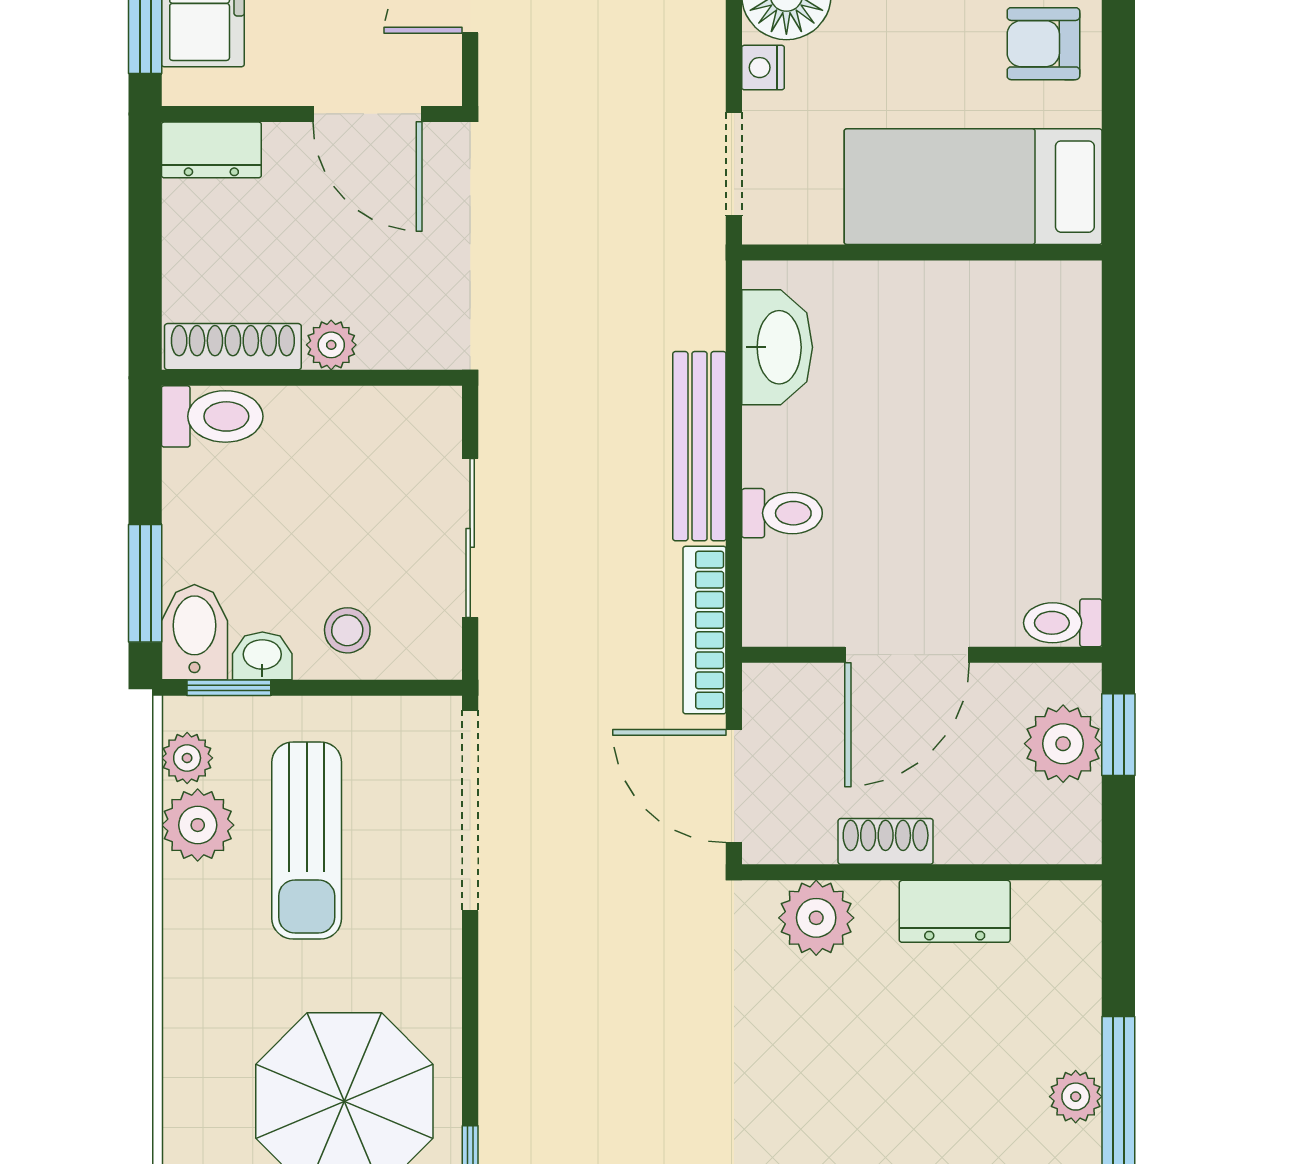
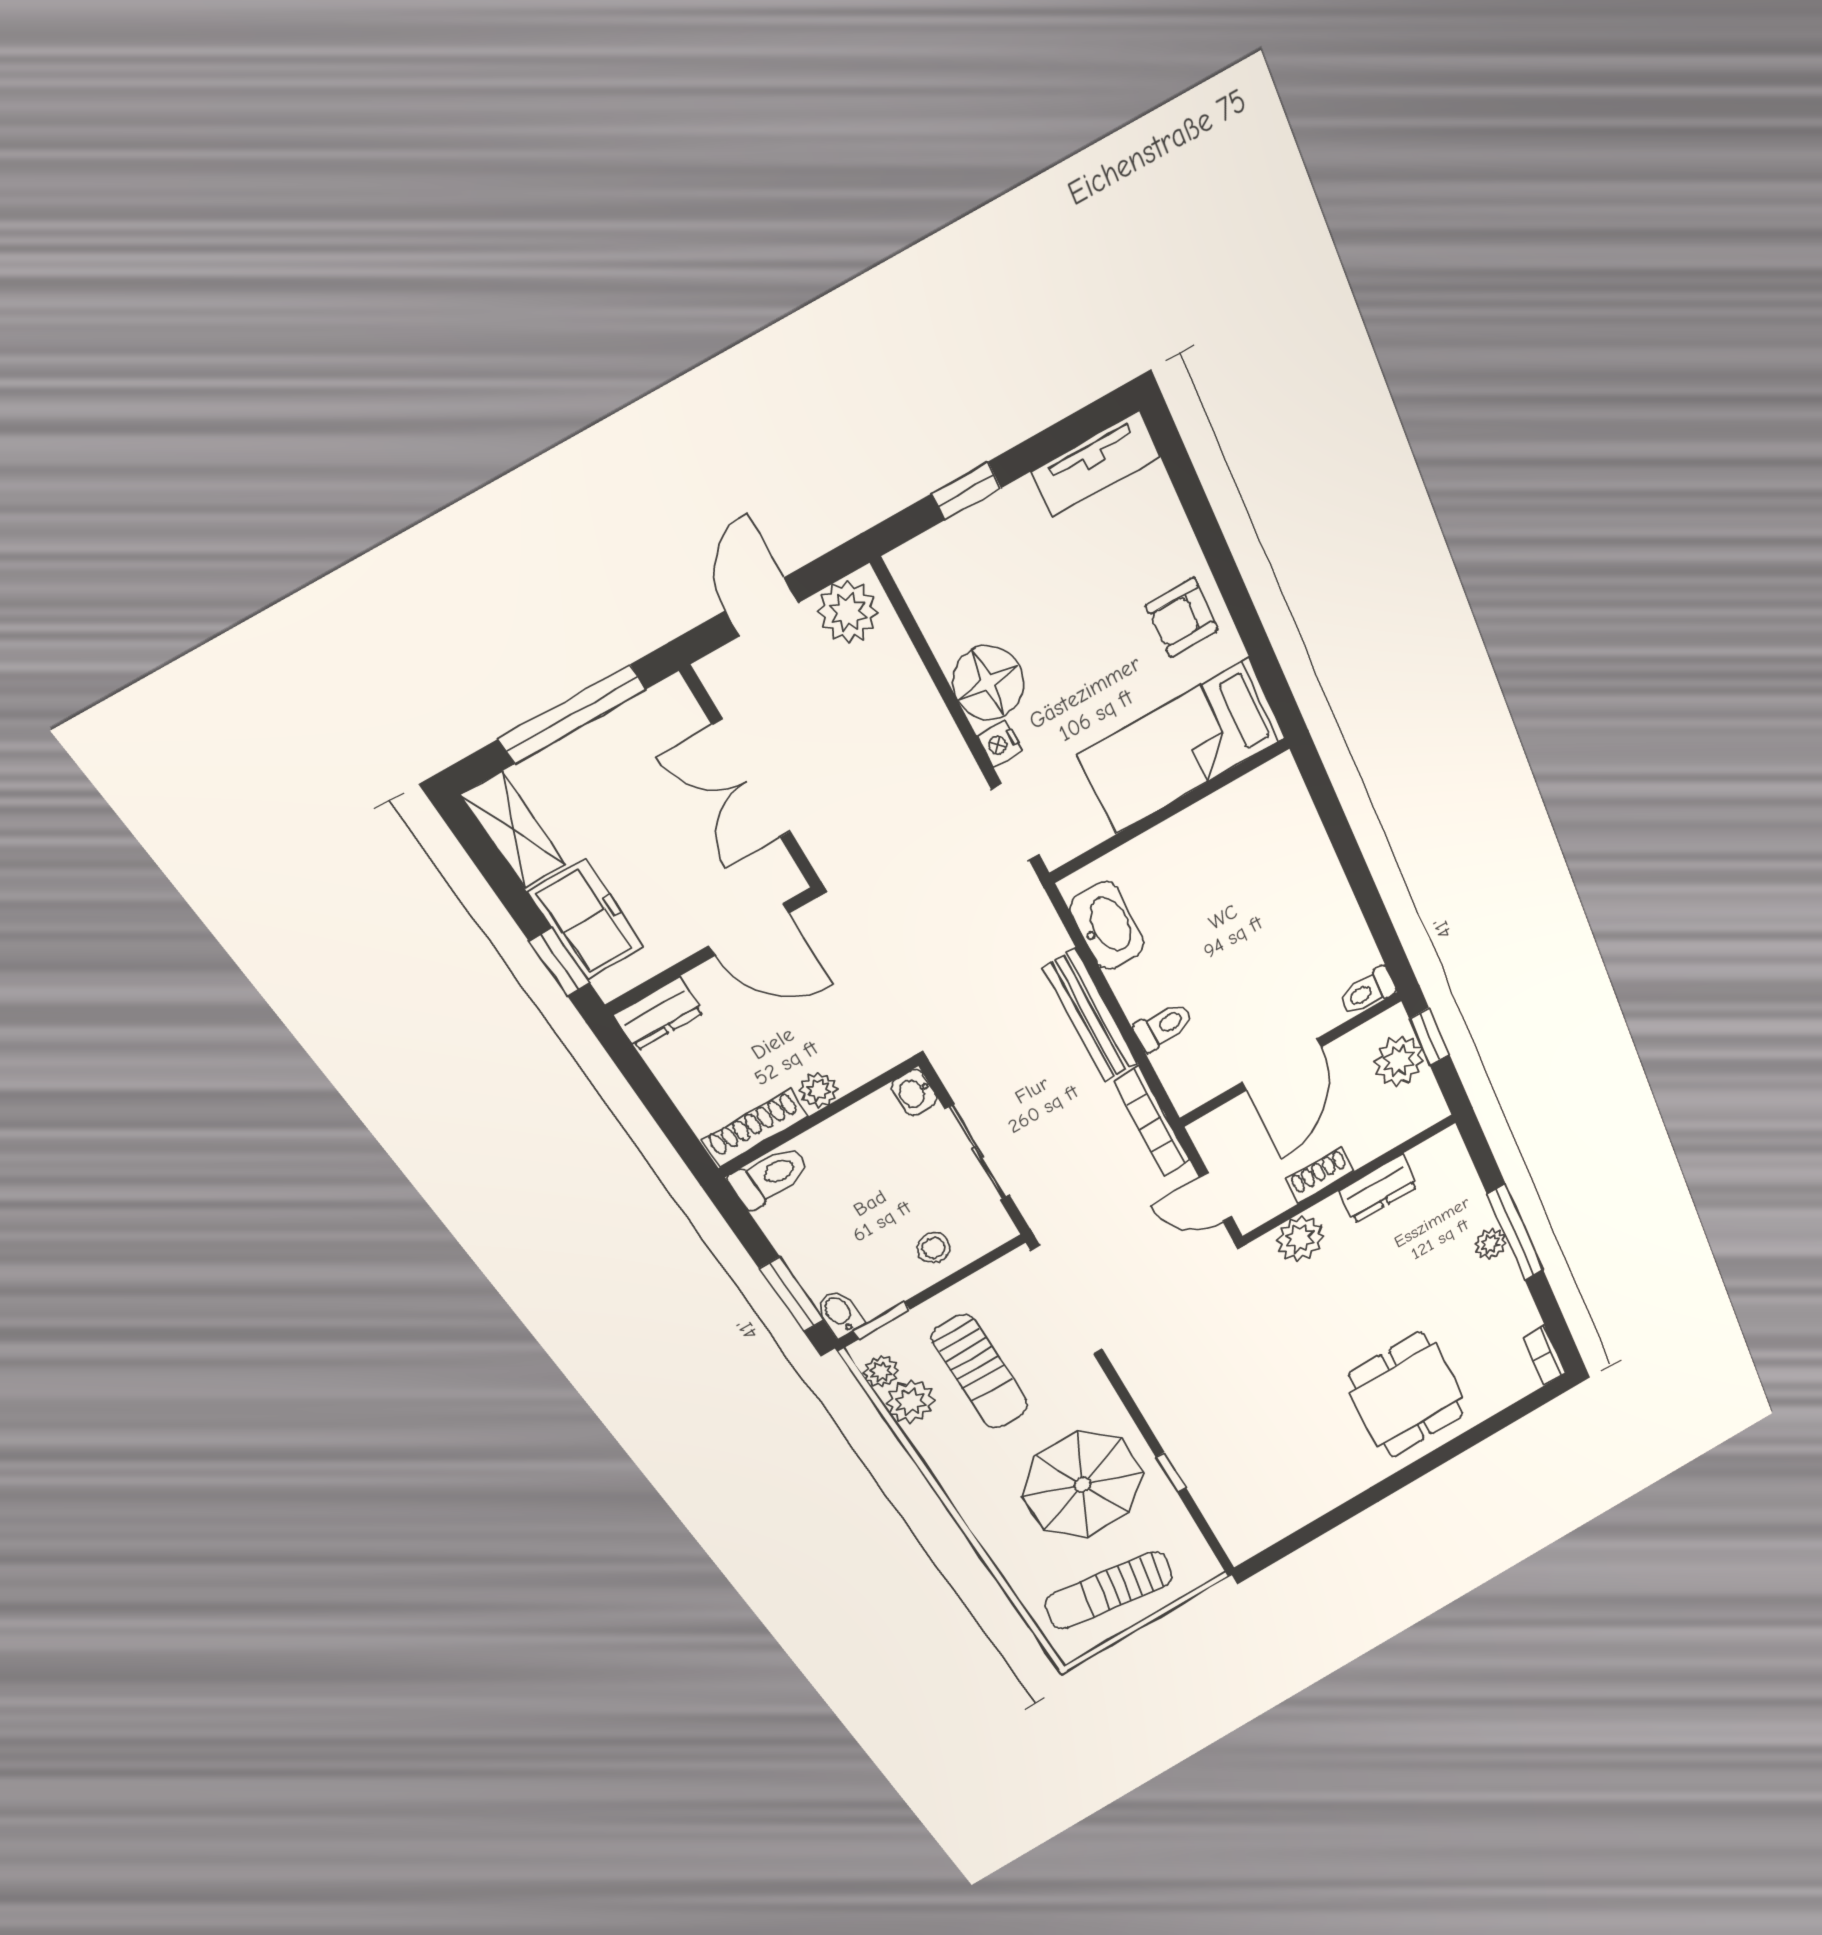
bidet: (194, 632) -> (839, 1313), width x0.72, depth x0.74
washbasin: (262, 656) -> (914, 1093), moved, turned -90
door: (734, 786) -> (1216, 1197), width x0.73

